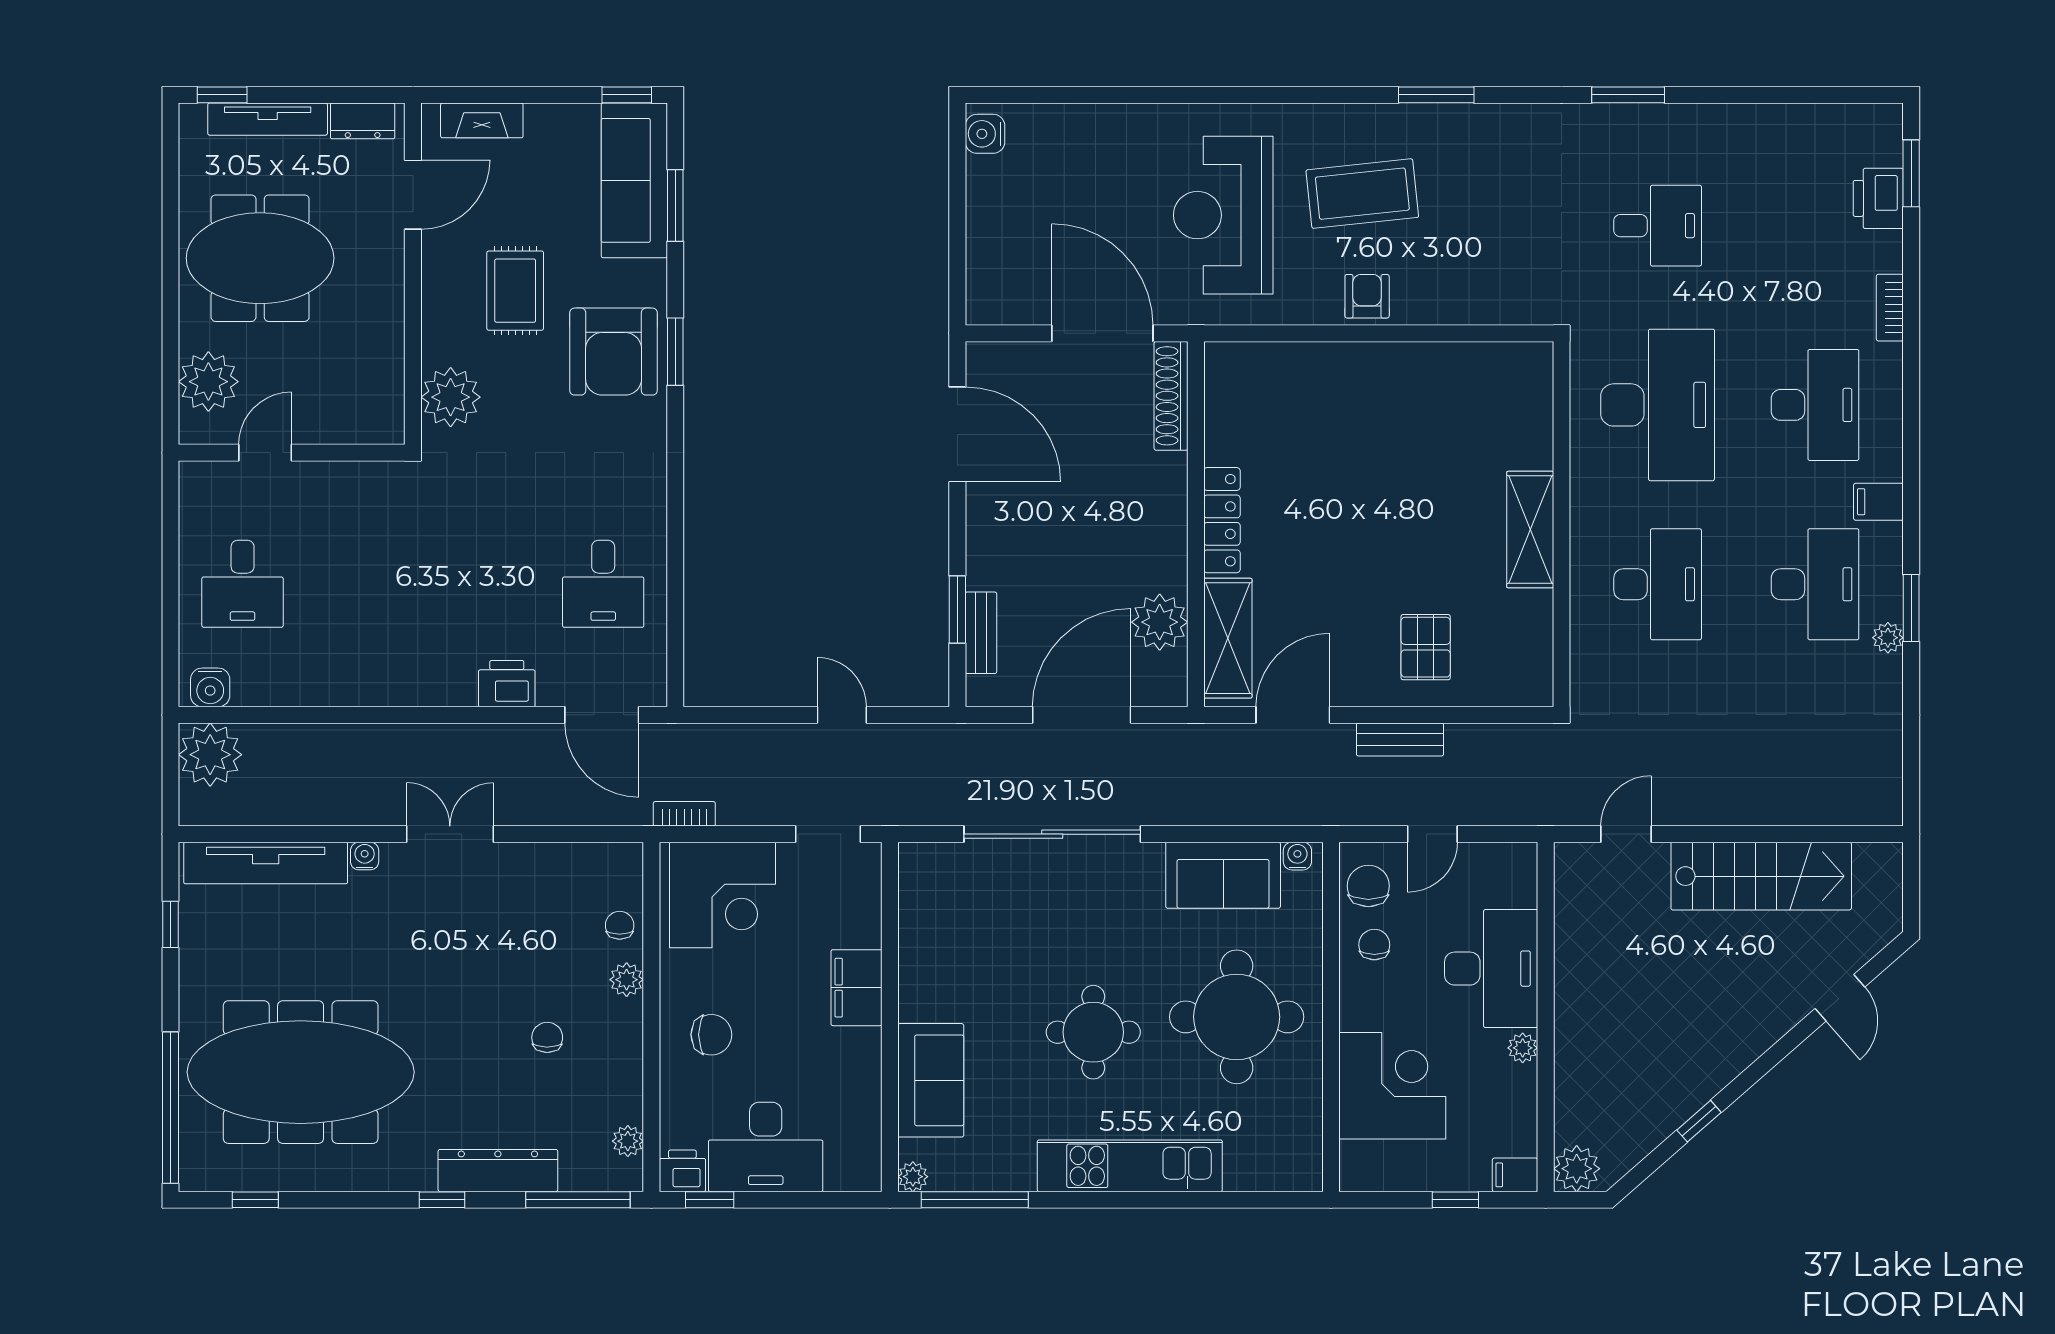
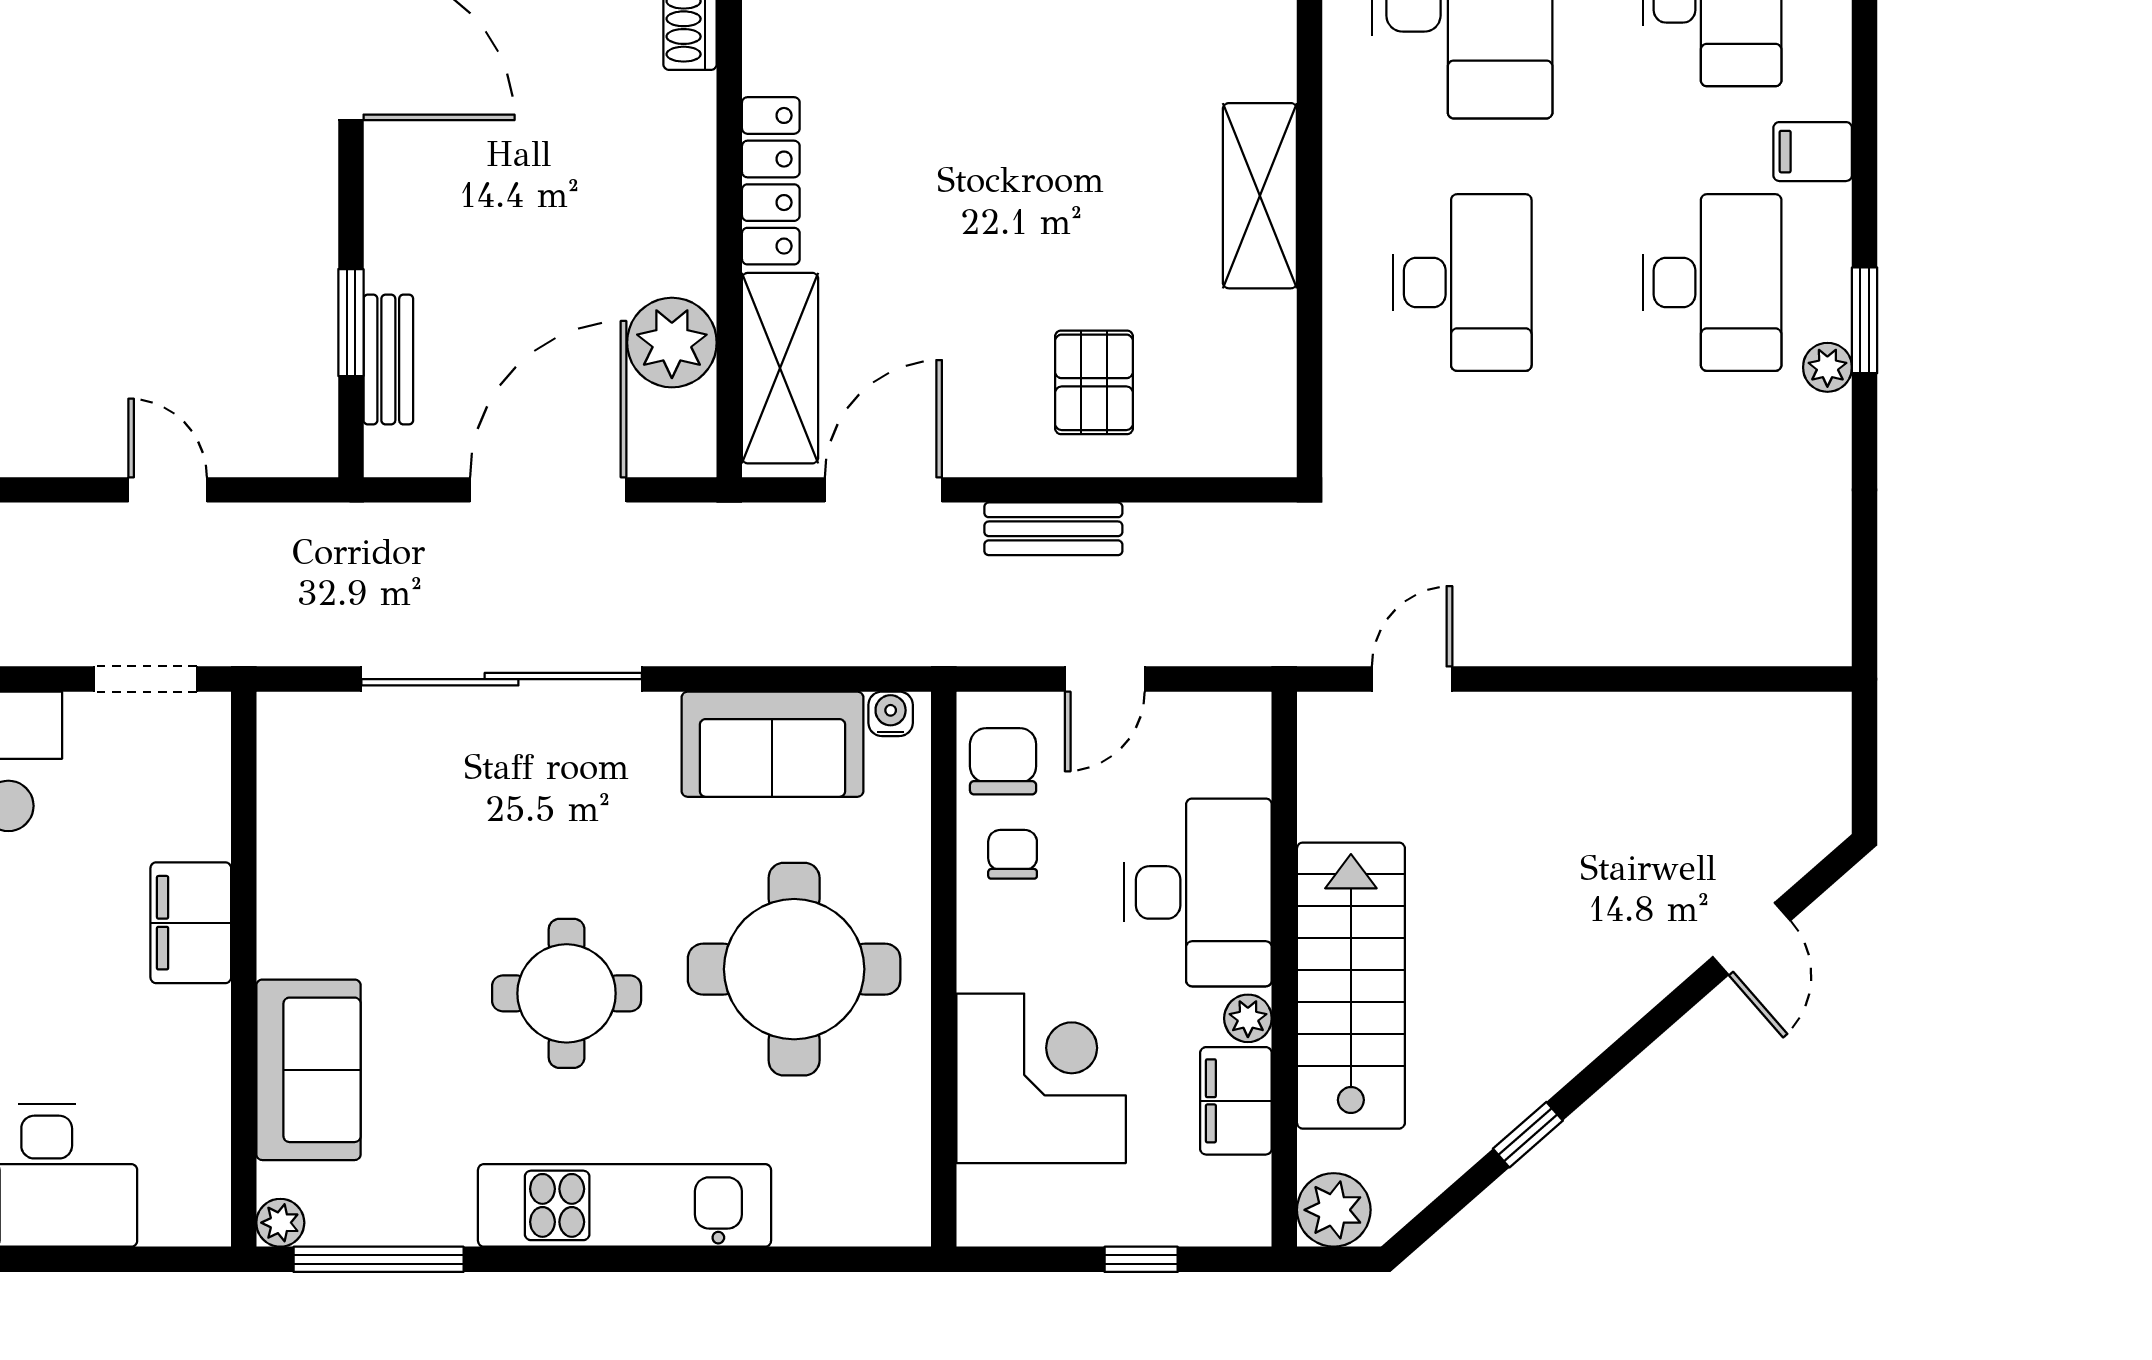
stairs: (1761, 876) -> (1351, 986), moved, turned -90
filing cabinet: (1515, 1175) -> (1236, 1101), moved, width x2.00

